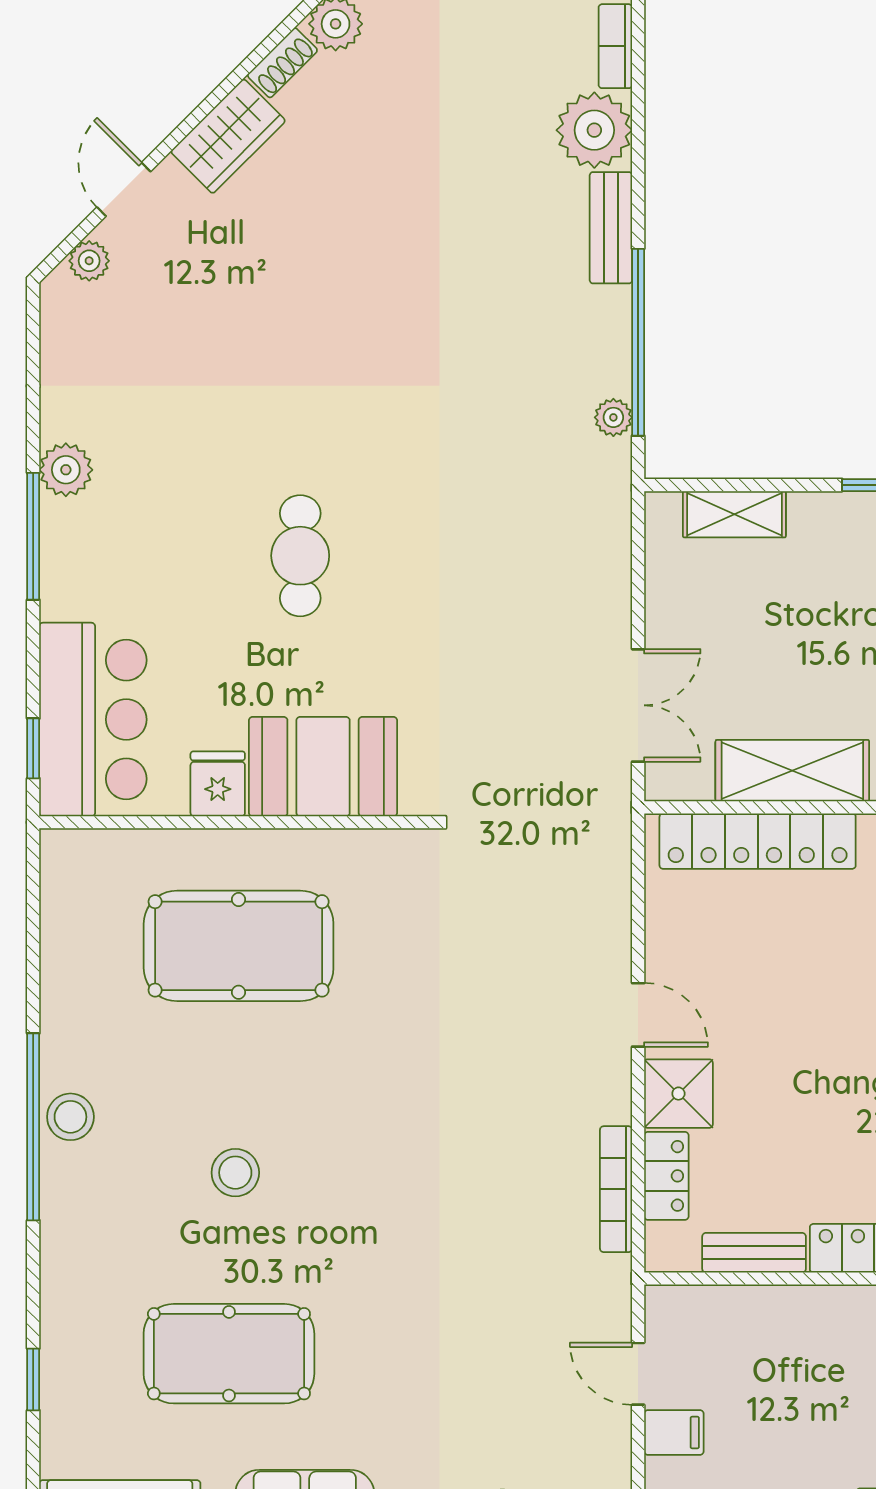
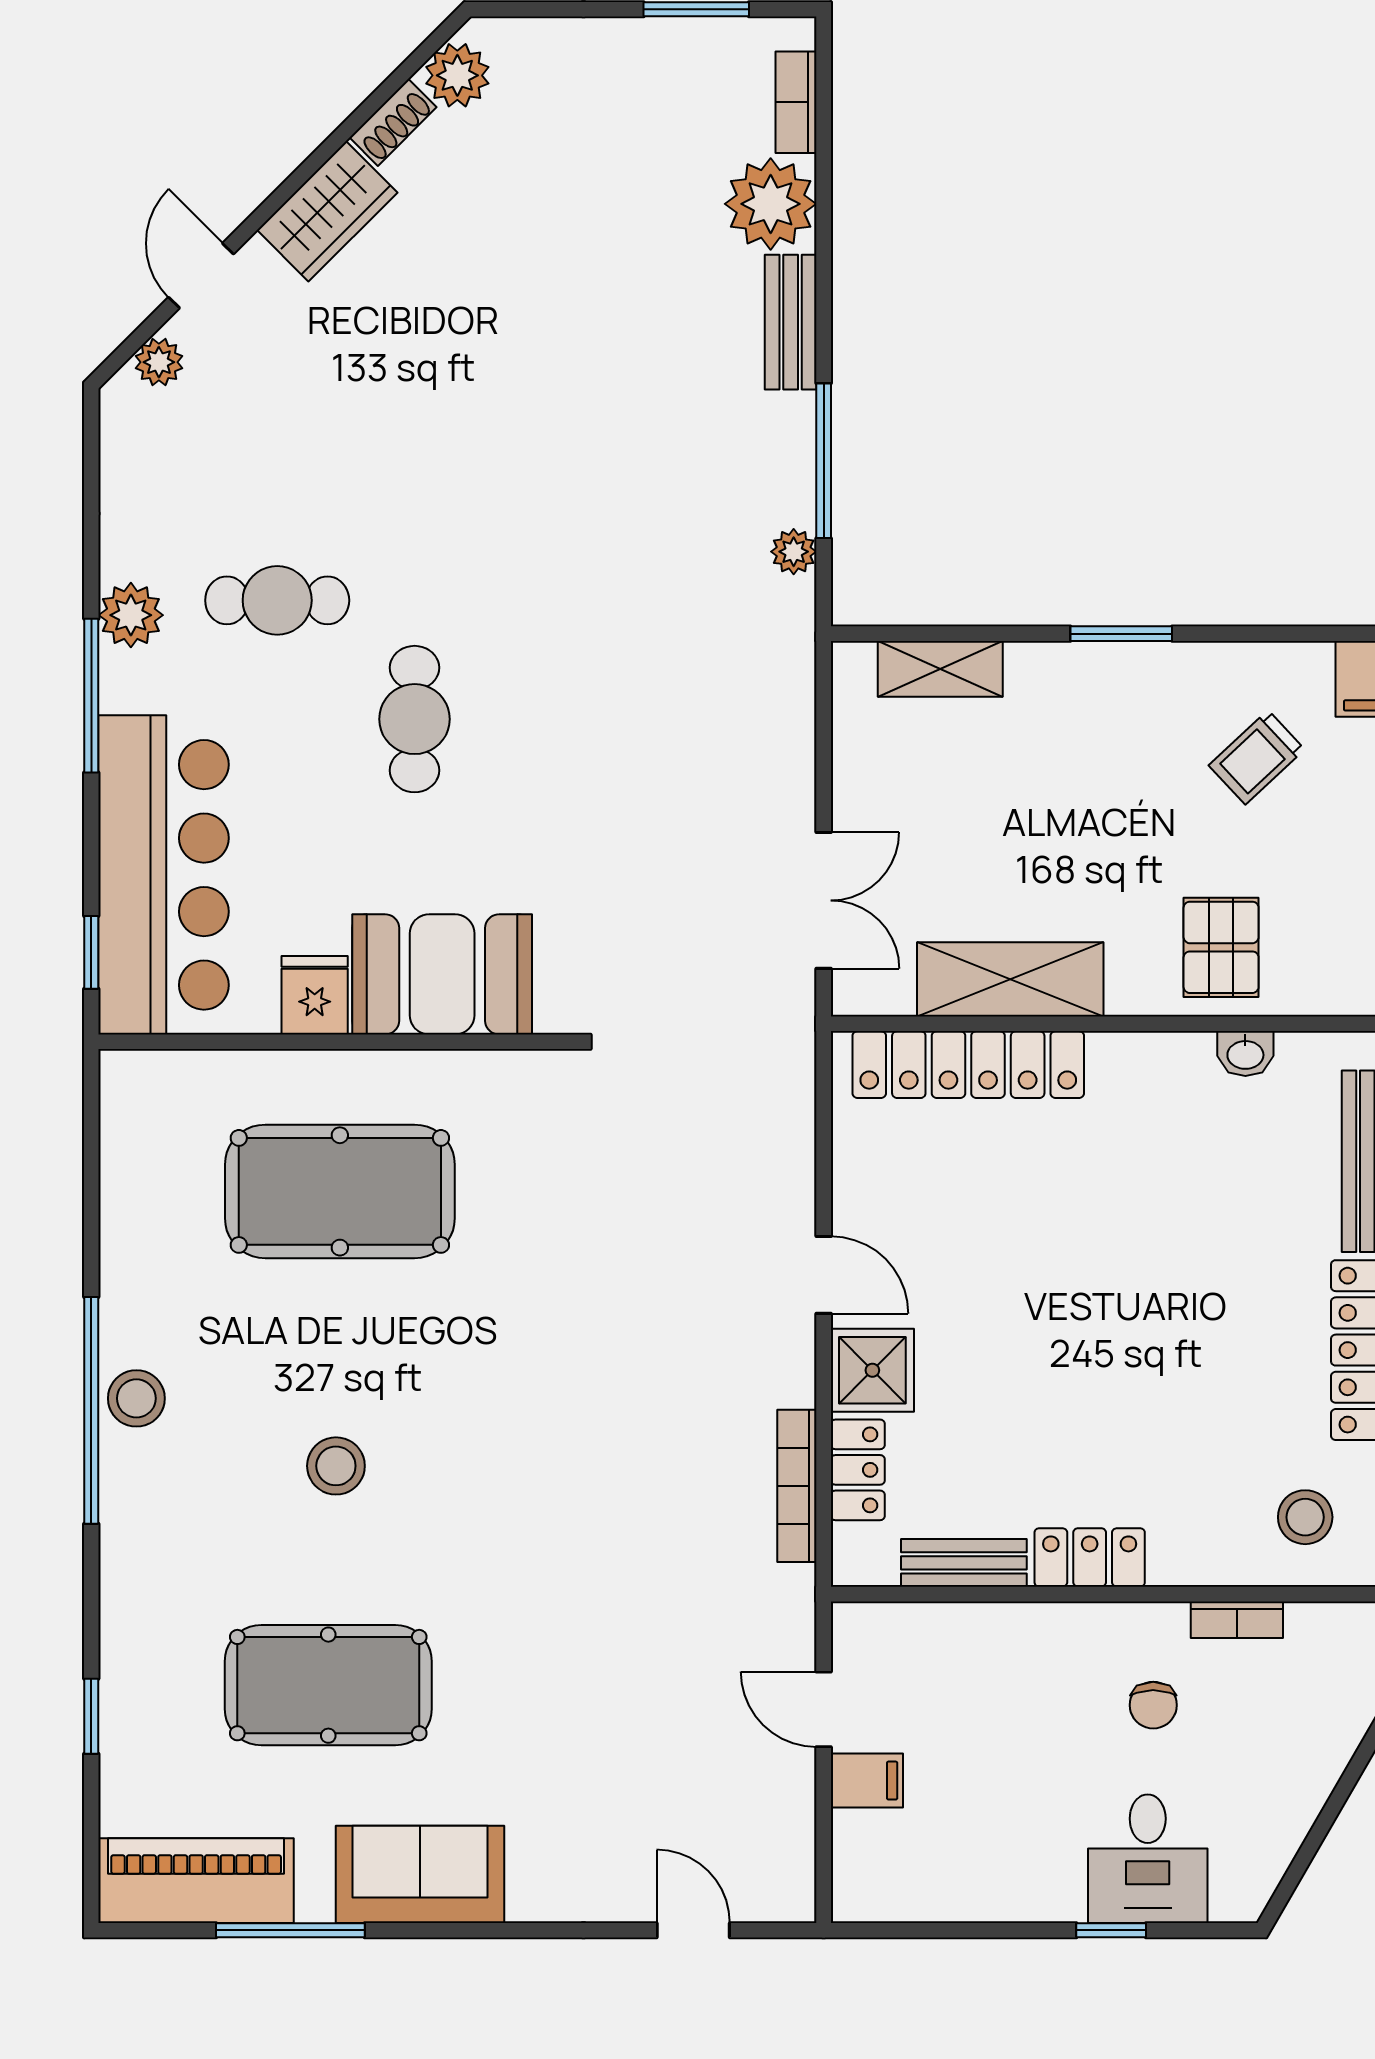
window: (638, 342) -> (824, 461), width x0.68
cafe table: (187, 458) -> (277, 600), added
bar counter: (93, 720) -> (164, 875), width x1.36

